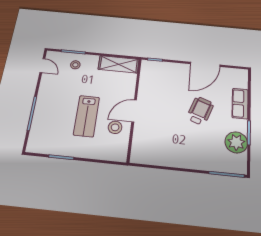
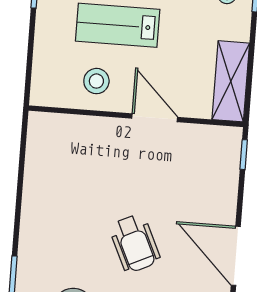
door: (134, 111) -> (155, 118), moved
wheelchair: (200, 111) -> (135, 243), turned 45

